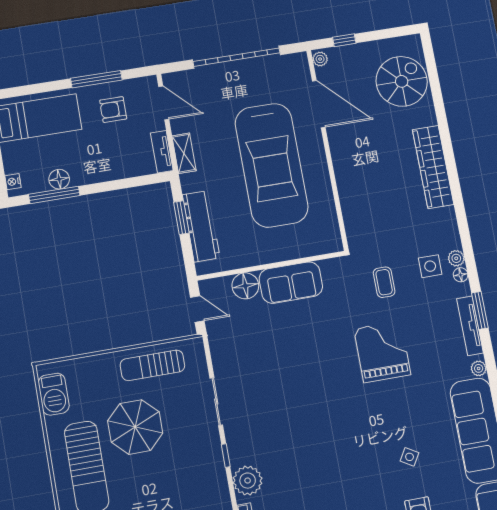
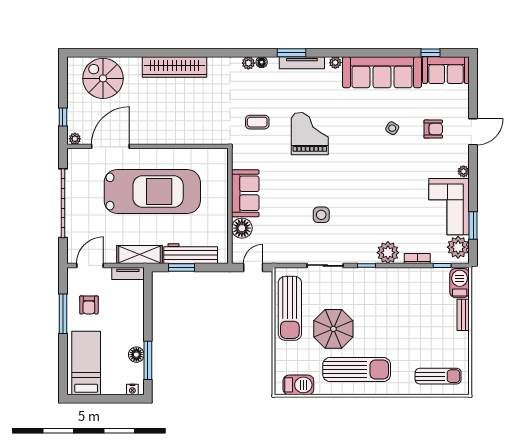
shelving: (184, 153) -> (139, 255), width x1.50, depth x1.33
side table: (430, 266) -> (321, 215), moved
grand piano: (382, 352) -> (310, 134), turned 90
sun lounger: (152, 365) -> (290, 308), width x1.36, depth x1.34

